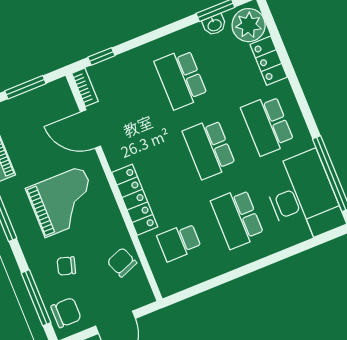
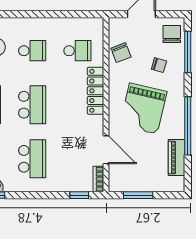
grand piano: (64, 202) -> (143, 109), turned -77
school desk: (237, 218) -> (32, 51), width x0.54
chair: (66, 313) -> (172, 34), turned 90

